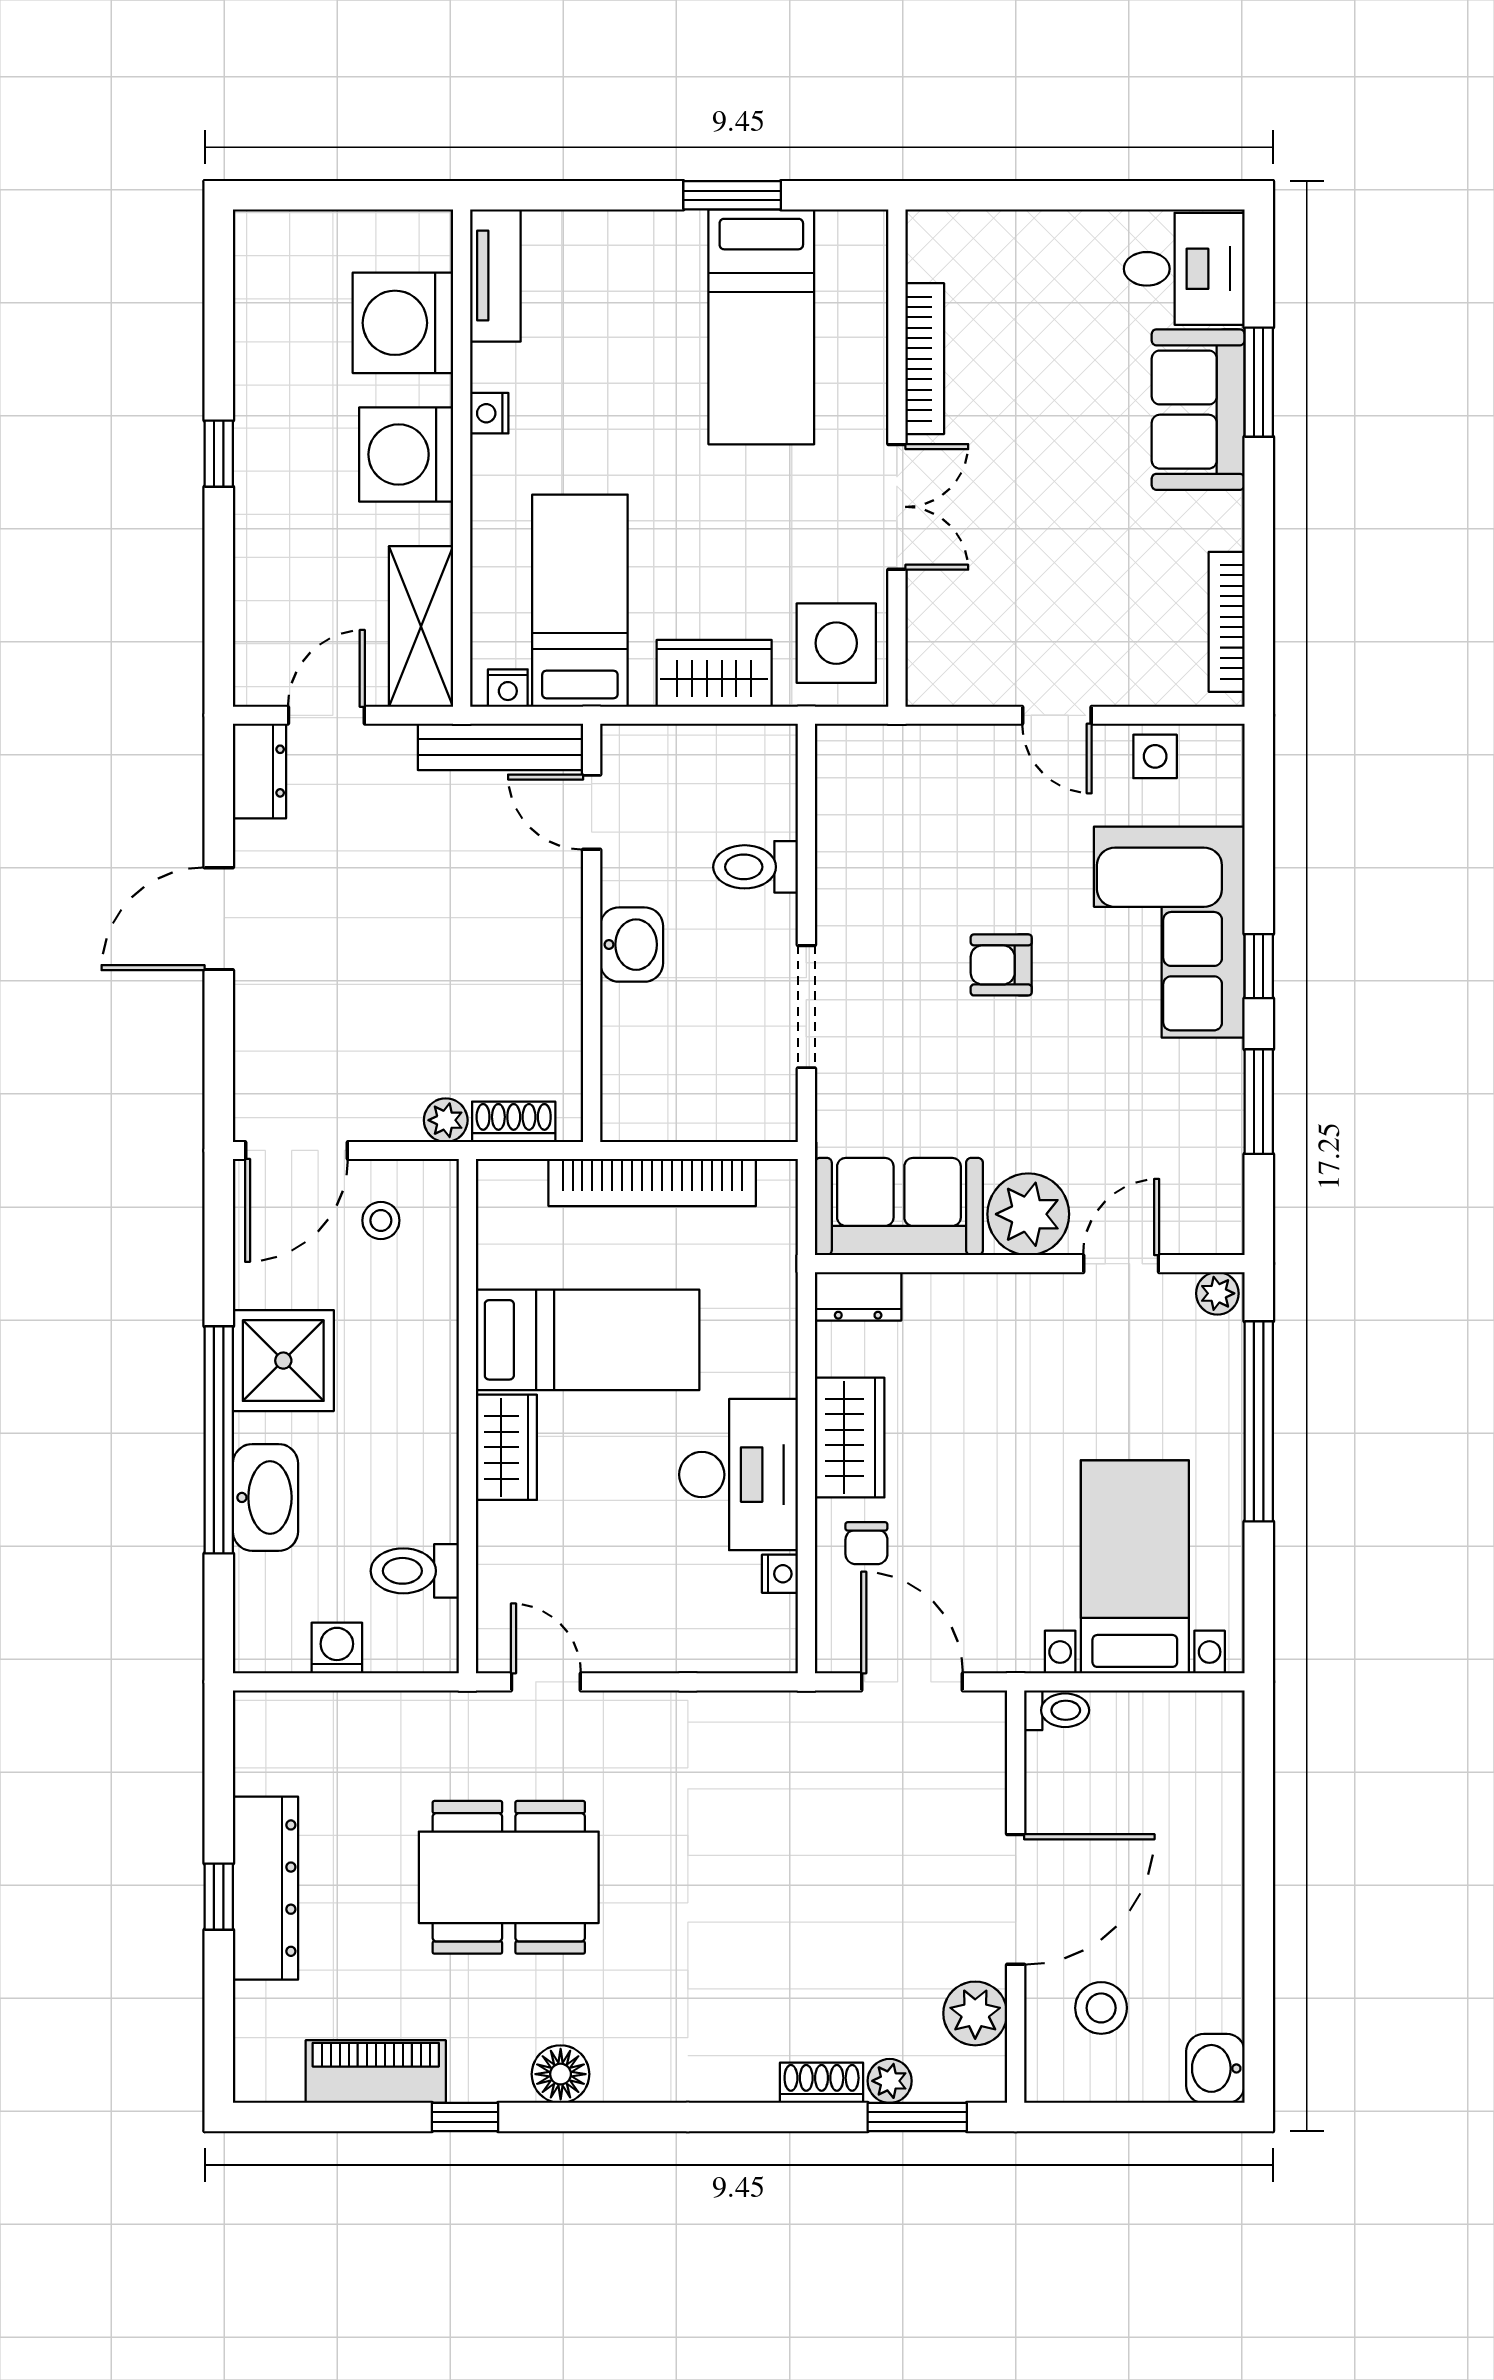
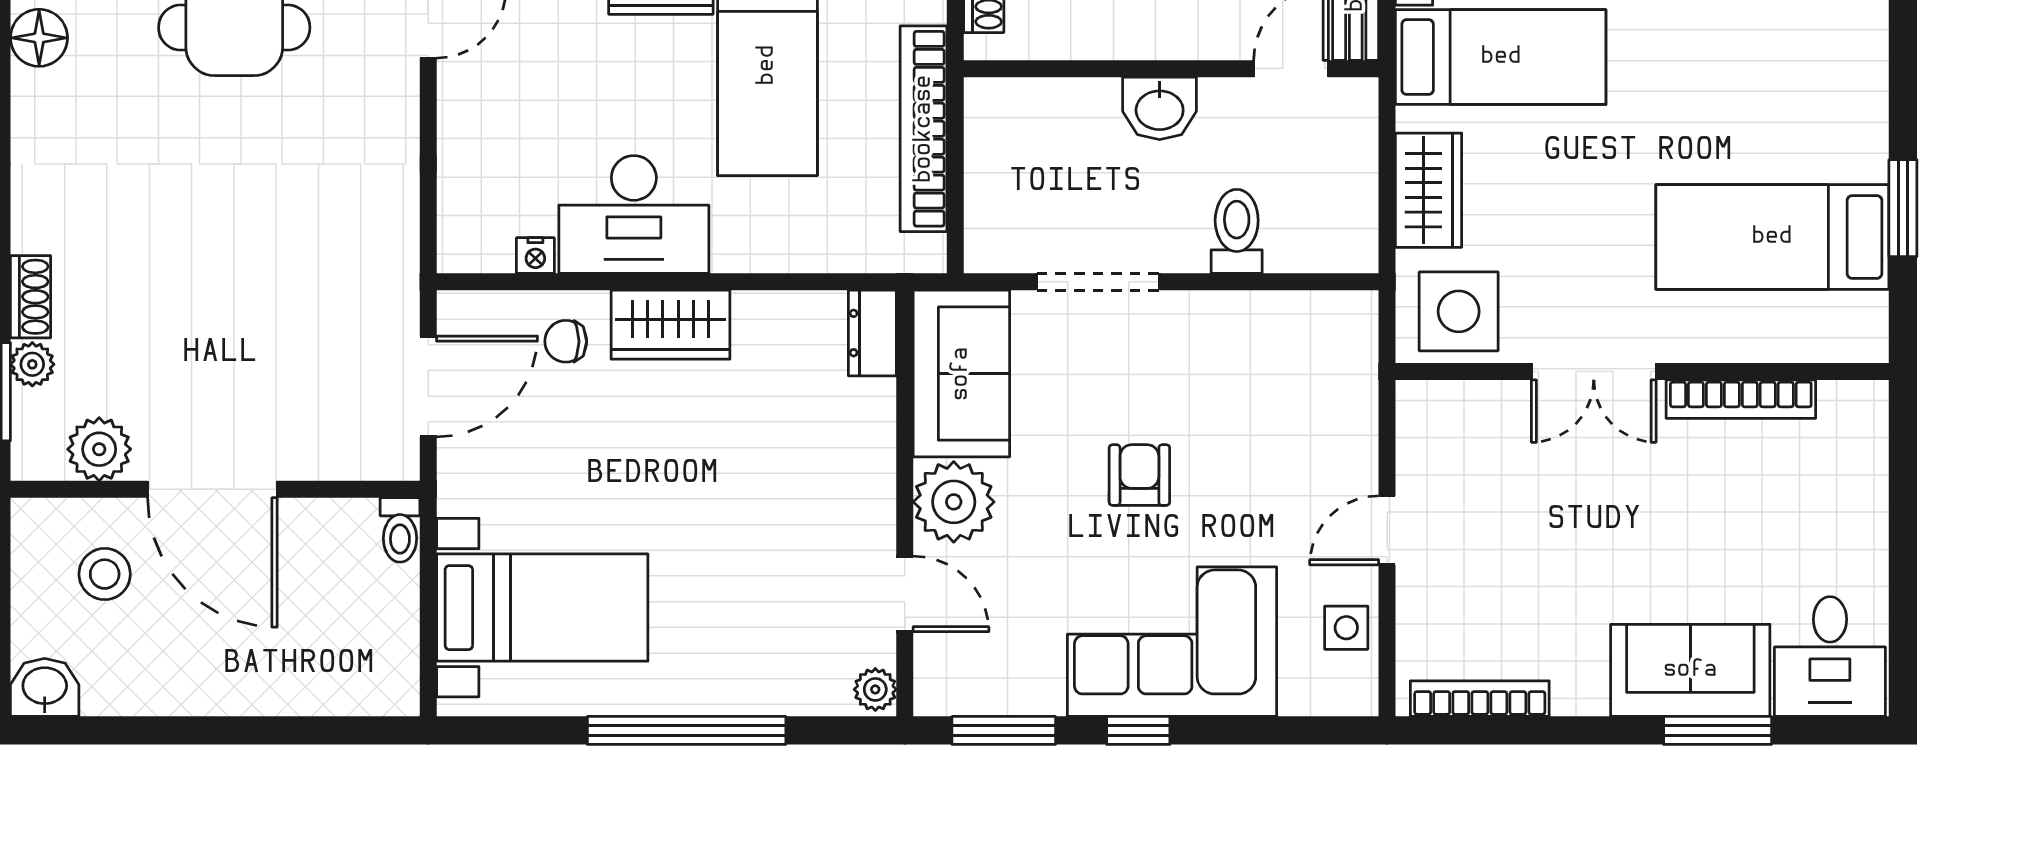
sofa: (899, 1206) -> (961, 374), moved
plant: (1028, 1214) -> (954, 502), moved
wall: (1030, 1264) -> (905, 503), moved
door: (1121, 1264) -> (905, 594), moved
plant: (1217, 1293) -> (875, 689), moved
dresser: (858, 1296) -> (872, 333), moved

